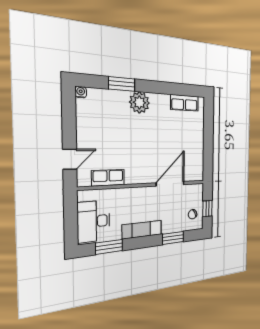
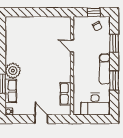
row of seats: (185, 103) -> (11, 91), moved
door: (70, 159) -> (41, 119), moved
door: (170, 184) -> (72, 46), width x0.53
window: (109, 247) -> (114, 80), moved

